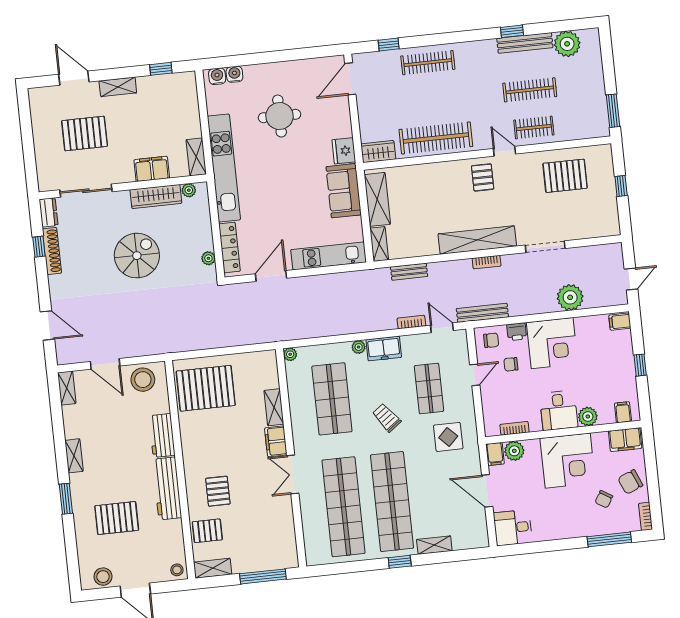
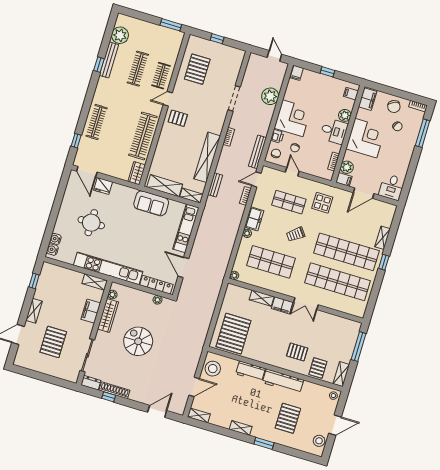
fridge: (344, 151) -> (103, 186), moved
shelving: (477, 240) -> (207, 157), moved

